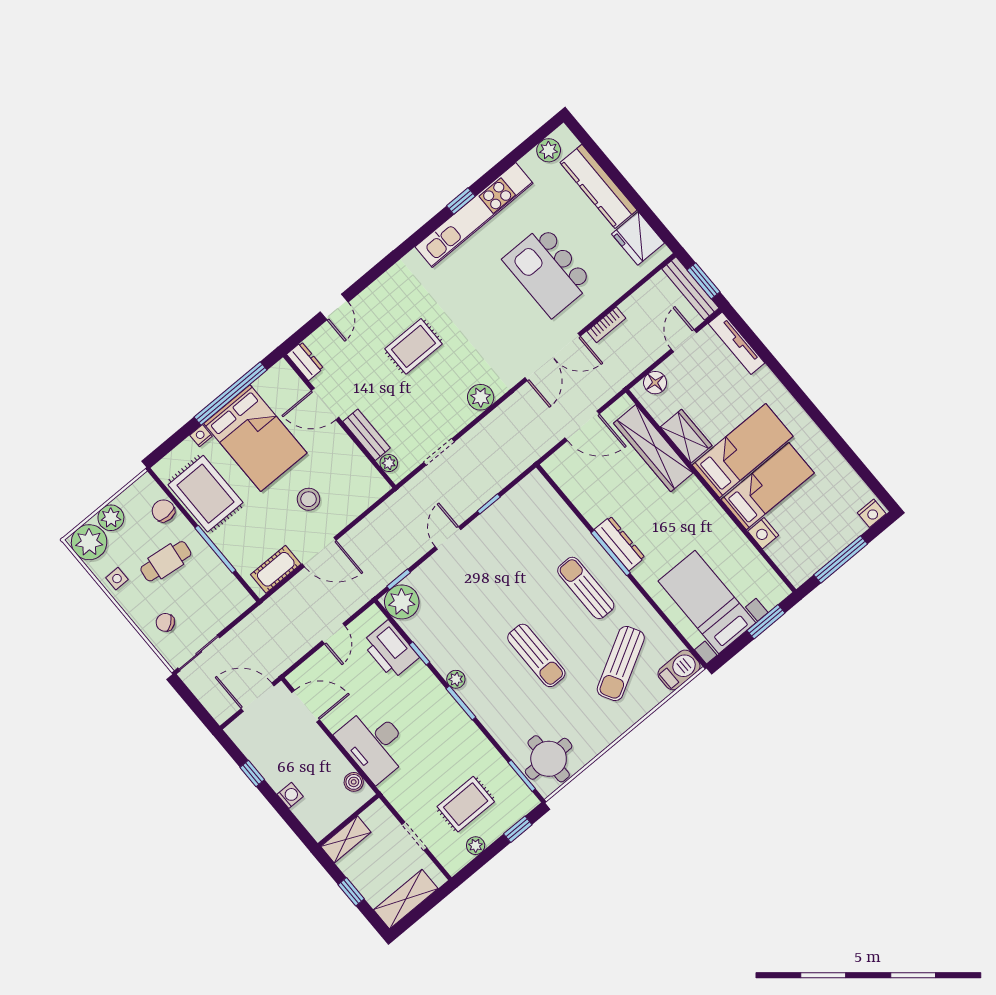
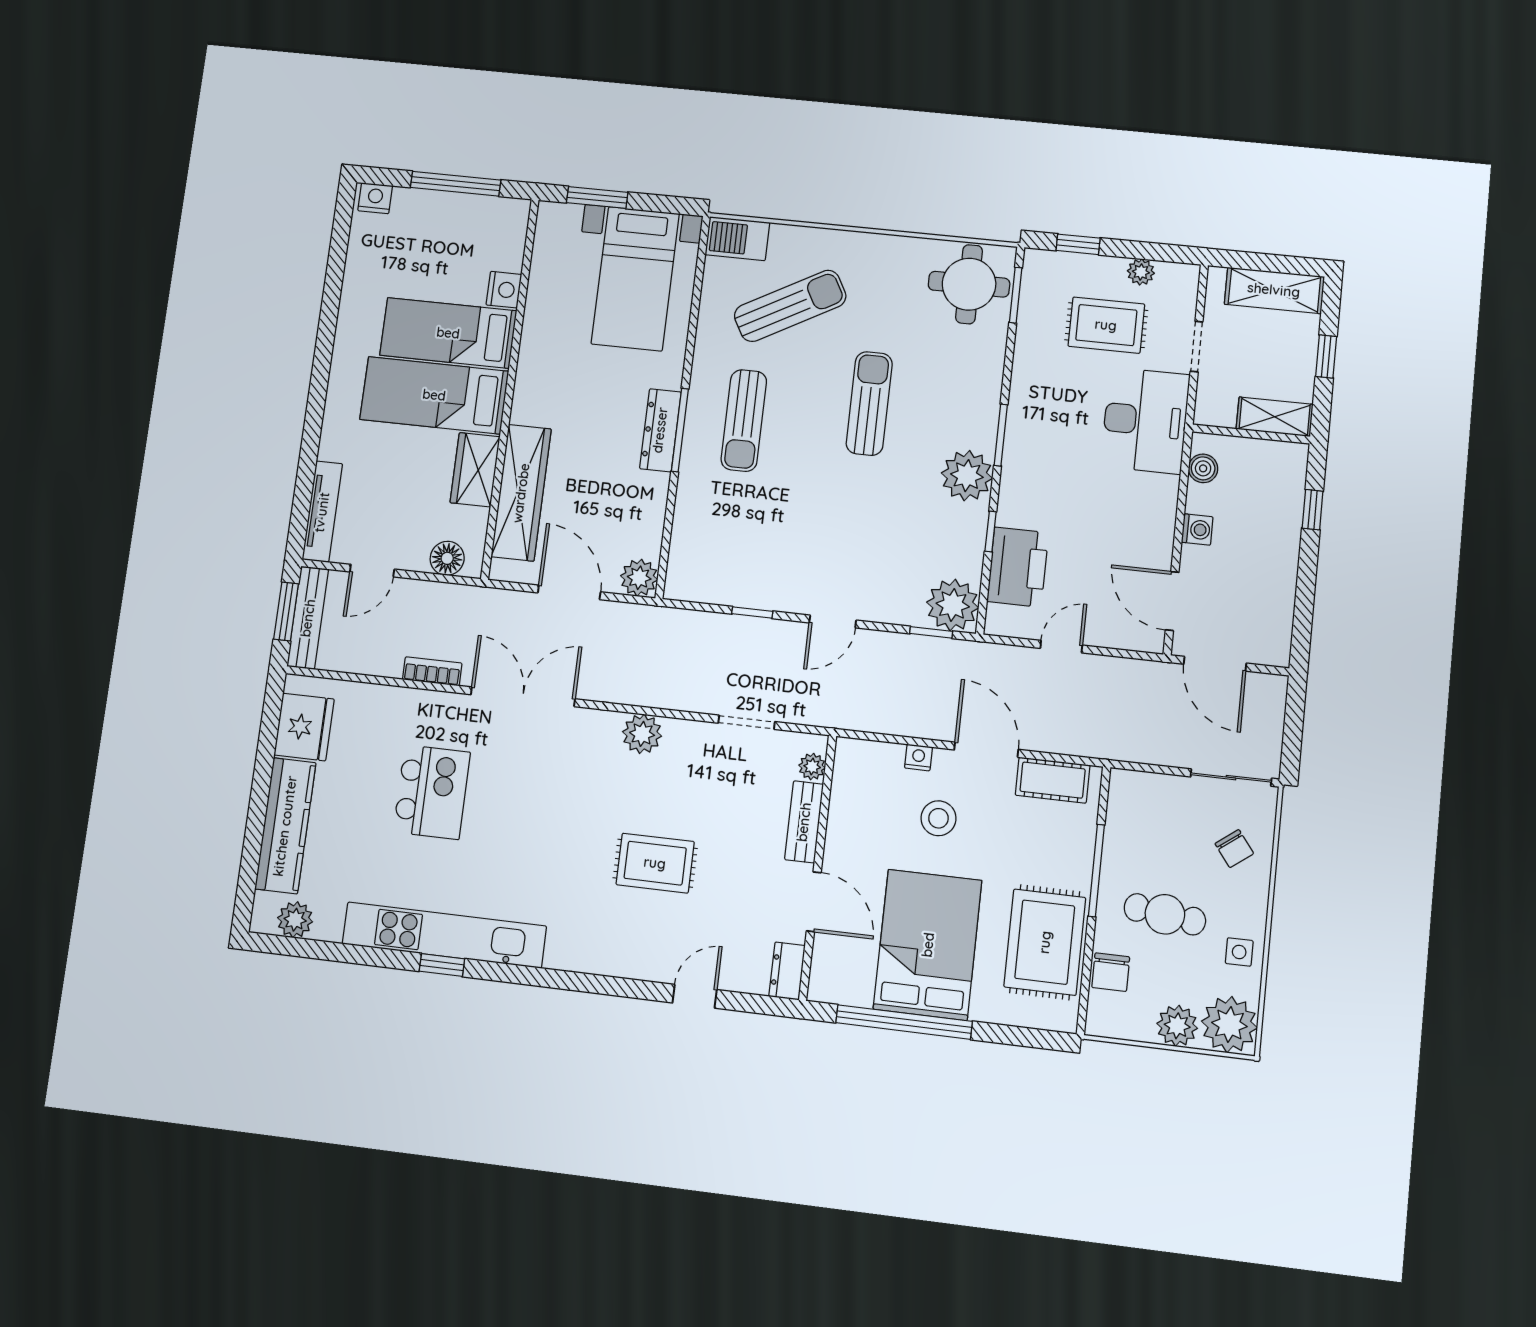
kitchen island: (548, 271) -> (432, 792), width x0.73, depth x0.78
nightstand: (201, 436) -> (918, 758), moved, turned 180
plant: (557, 466) -> (639, 578), added
plant: (456, 679) -> (967, 476), width x1.87, depth x1.87
desk: (374, 744) -> (1145, 421), moved
window: (252, 774) -> (1313, 510), moved
washing machine: (290, 795) -> (1197, 530), moved, turned 180

